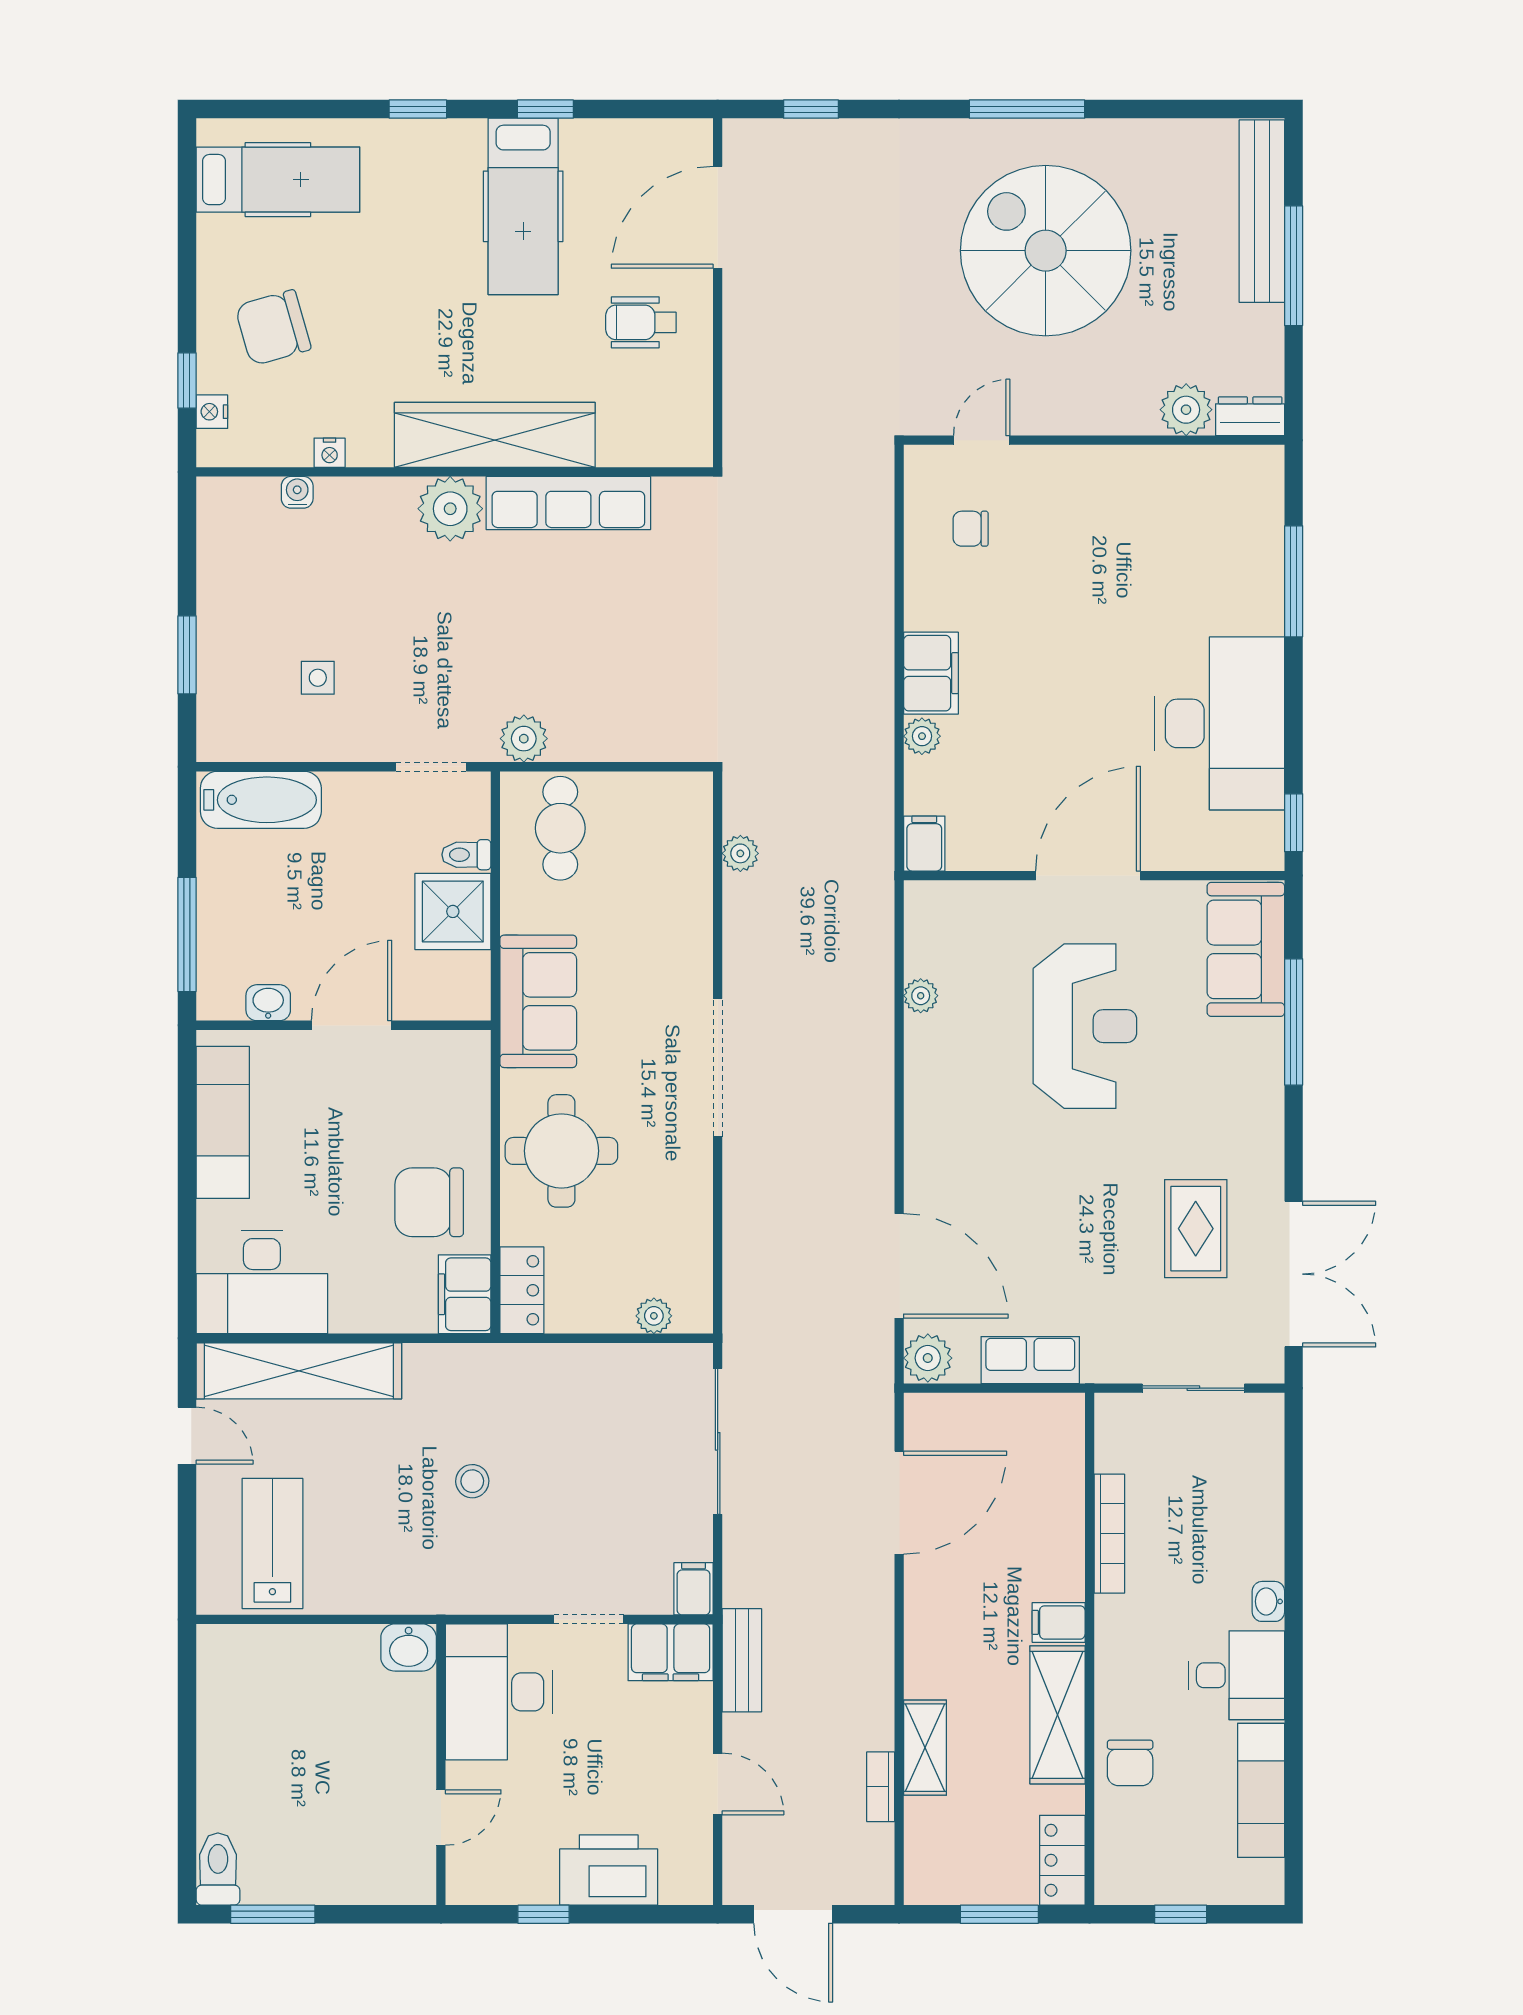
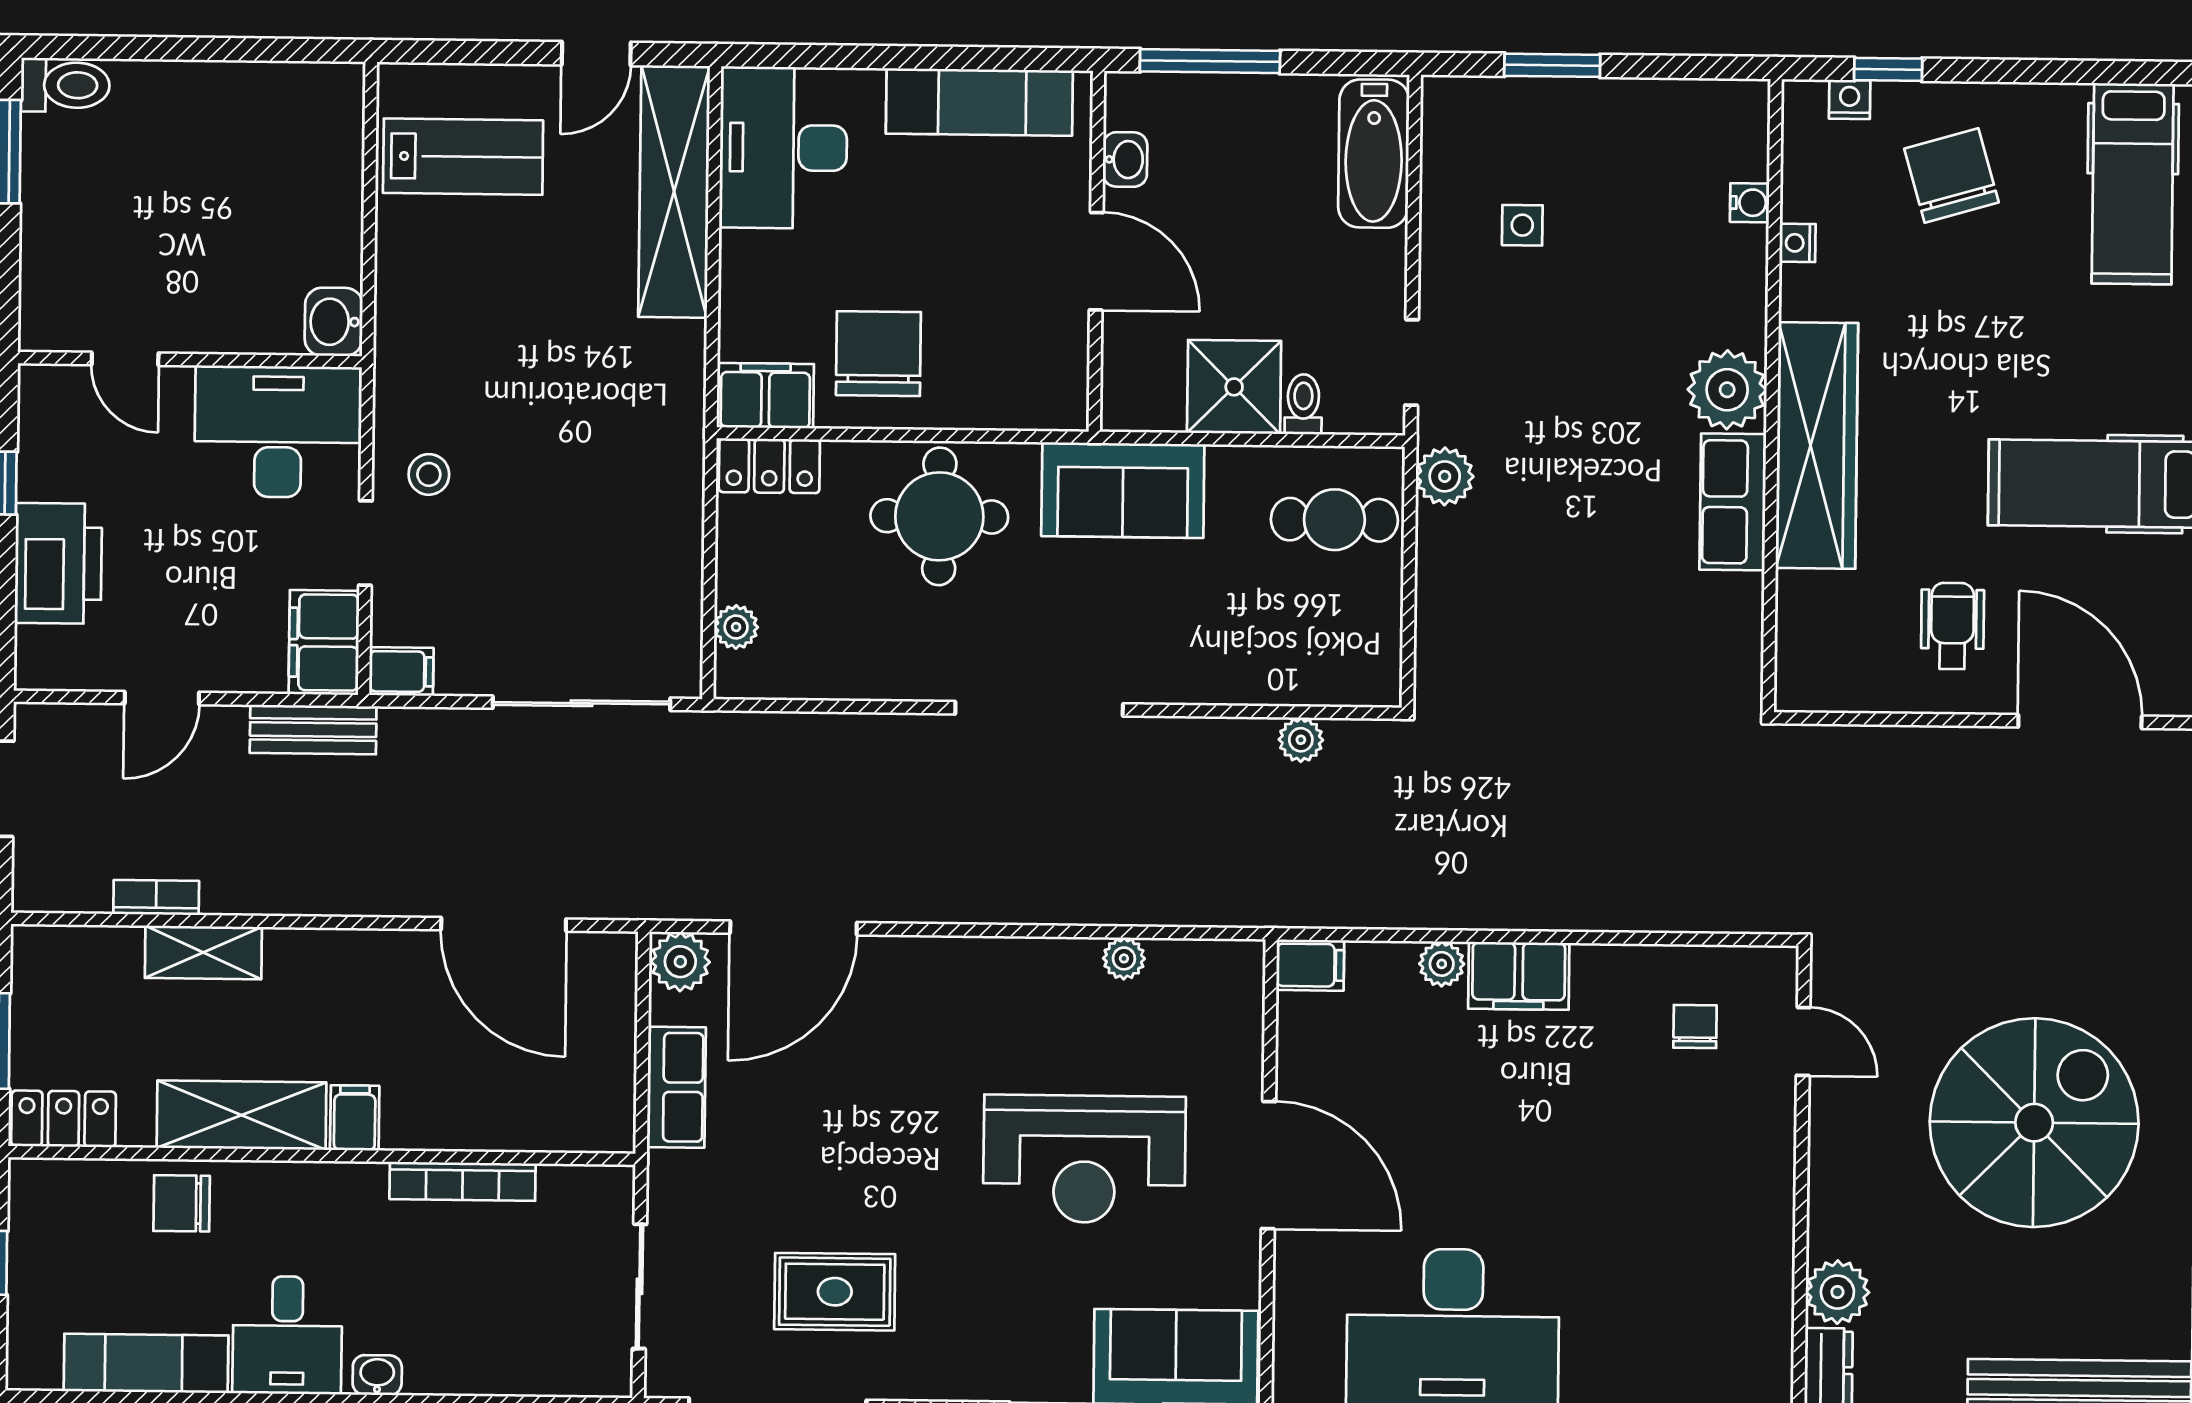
row of seats: (568, 503) -> (1733, 502), width x0.68
stool: (472, 1481) -> (429, 474), moved

